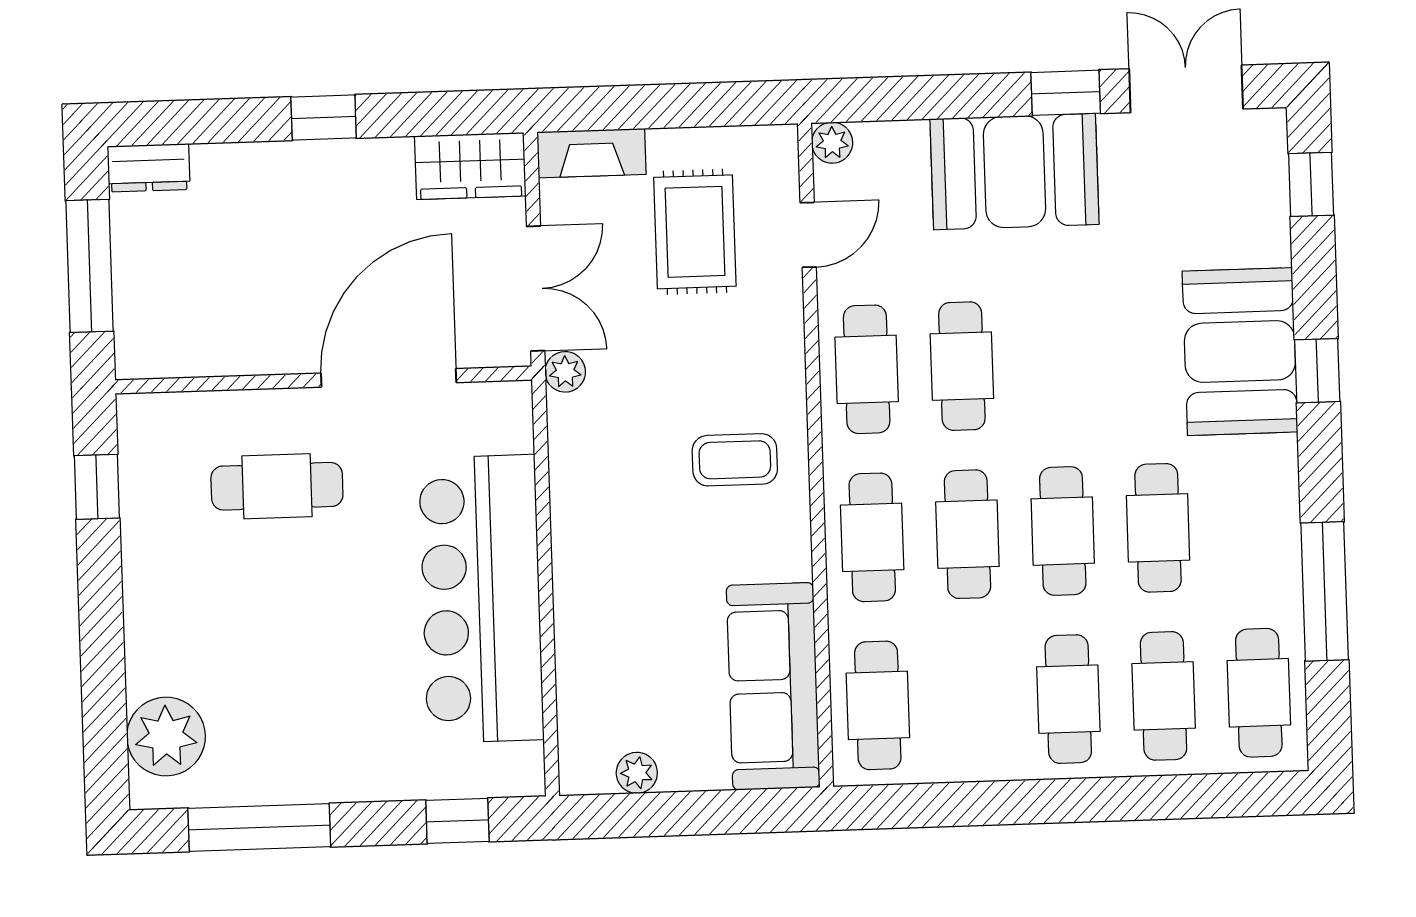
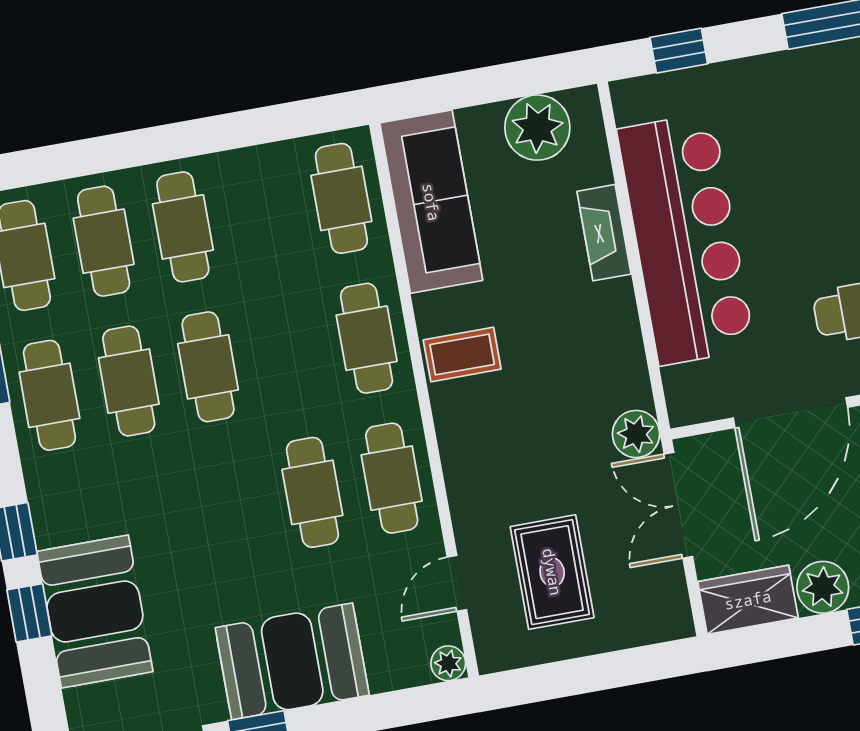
fireplace: (592, 153) -> (604, 233), moved, turned -90
plant: (381, 168) -> (823, 587), added
window: (1311, 184) -> (29, 613), moved
booth: (1240, 352) -> (95, 611), moved
plant: (565, 372) -> (636, 434), width x1.38, depth x1.38
coffee table: (735, 460) -> (462, 354), moved
cafe table: (967, 534) -> (49, 395), moved
plant: (637, 773) -> (537, 128), width x1.88, depth x1.88

